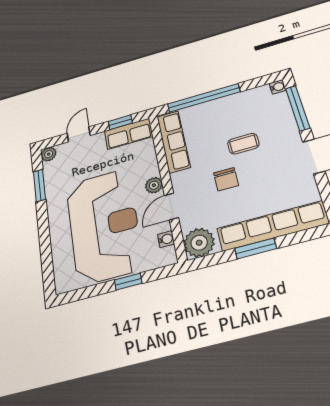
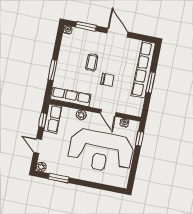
window: (204, 98) -> (53, 70), width x0.47
window: (298, 108) -> (86, 26), width x0.69
plant: (154, 185) -> (81, 115), moved
reception desk: (104, 225) -> (101, 151), turned 180
plant: (199, 243) -> (134, 107), removed
window: (128, 282) -> (140, 139), moved

